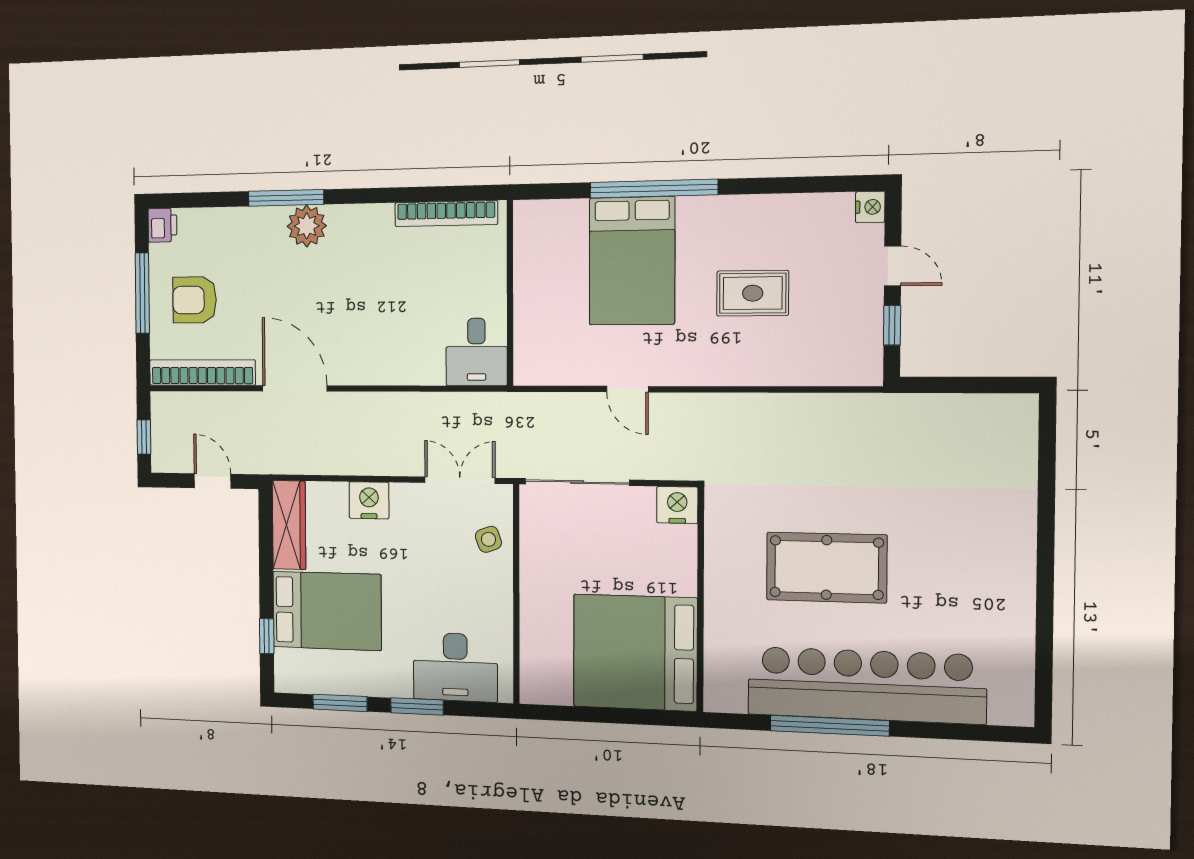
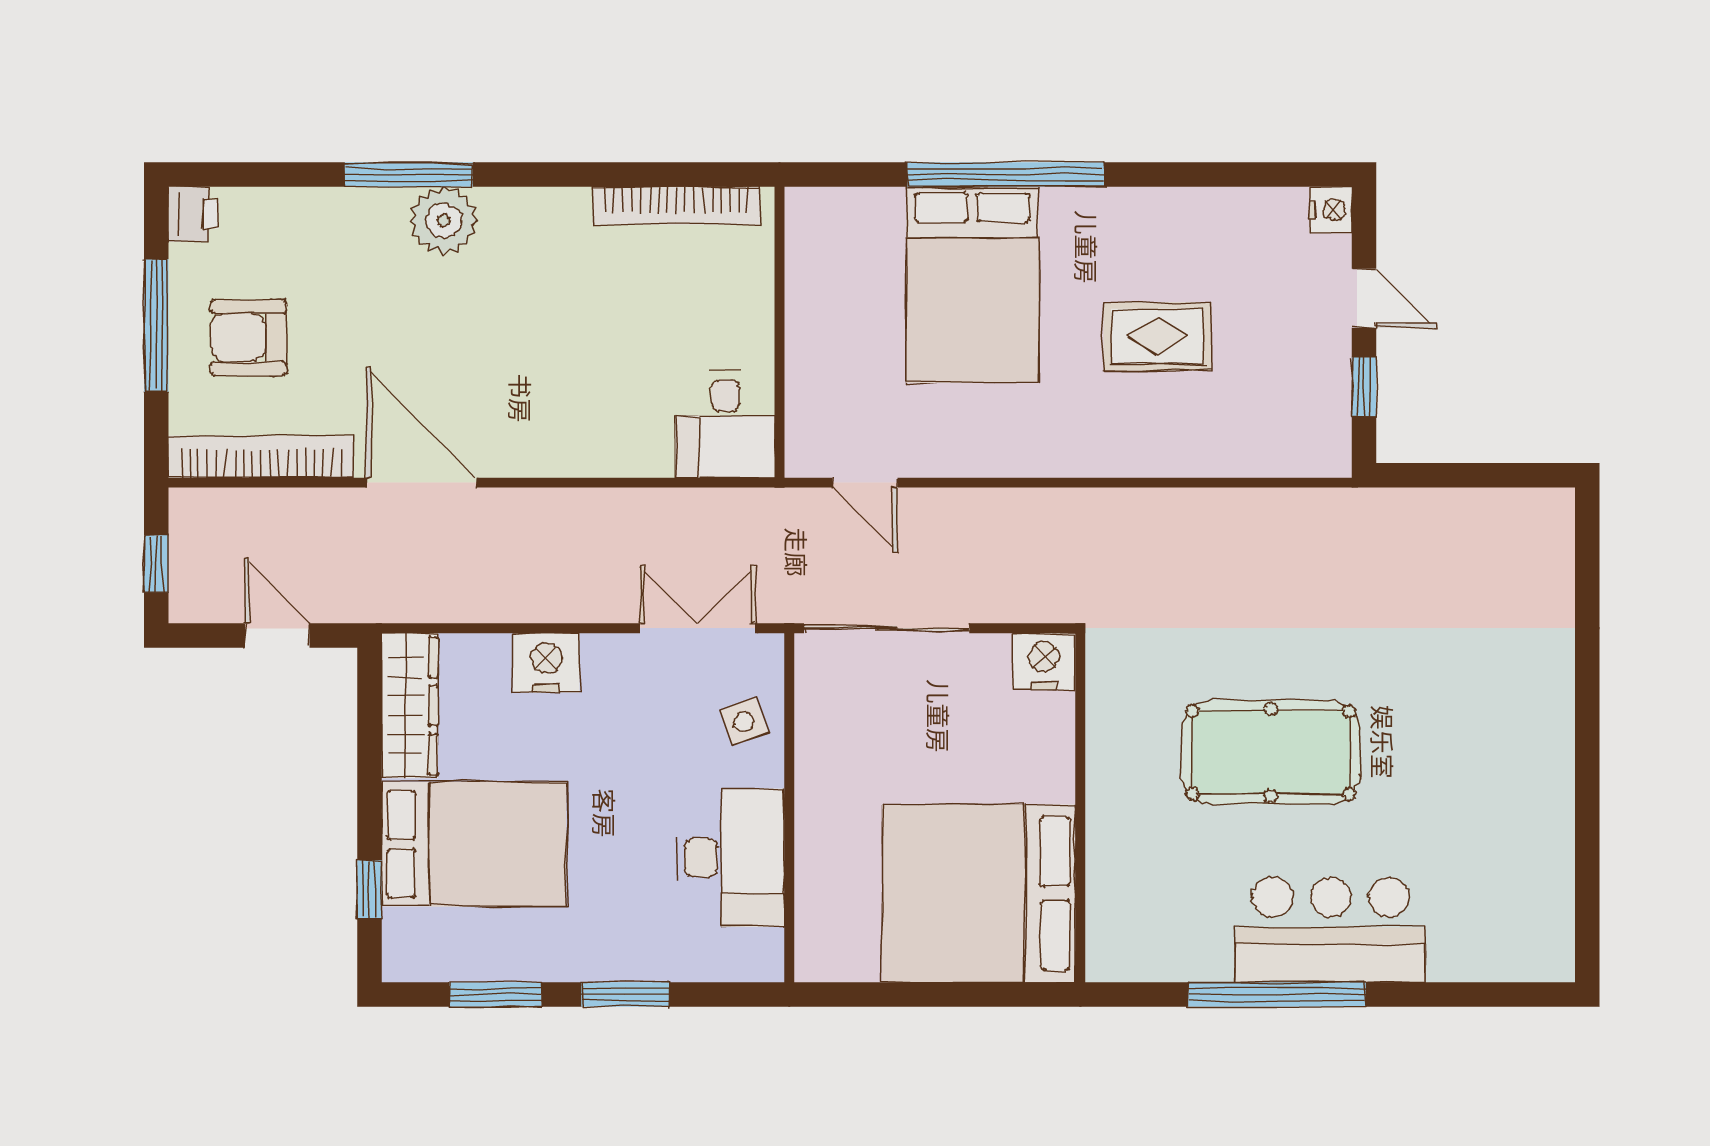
door: (627, 389) -> (865, 483), moved
desk: (455, 667) -> (730, 858), moved, turned -90
bar counter: (866, 685) -> (1331, 930), width x0.54

